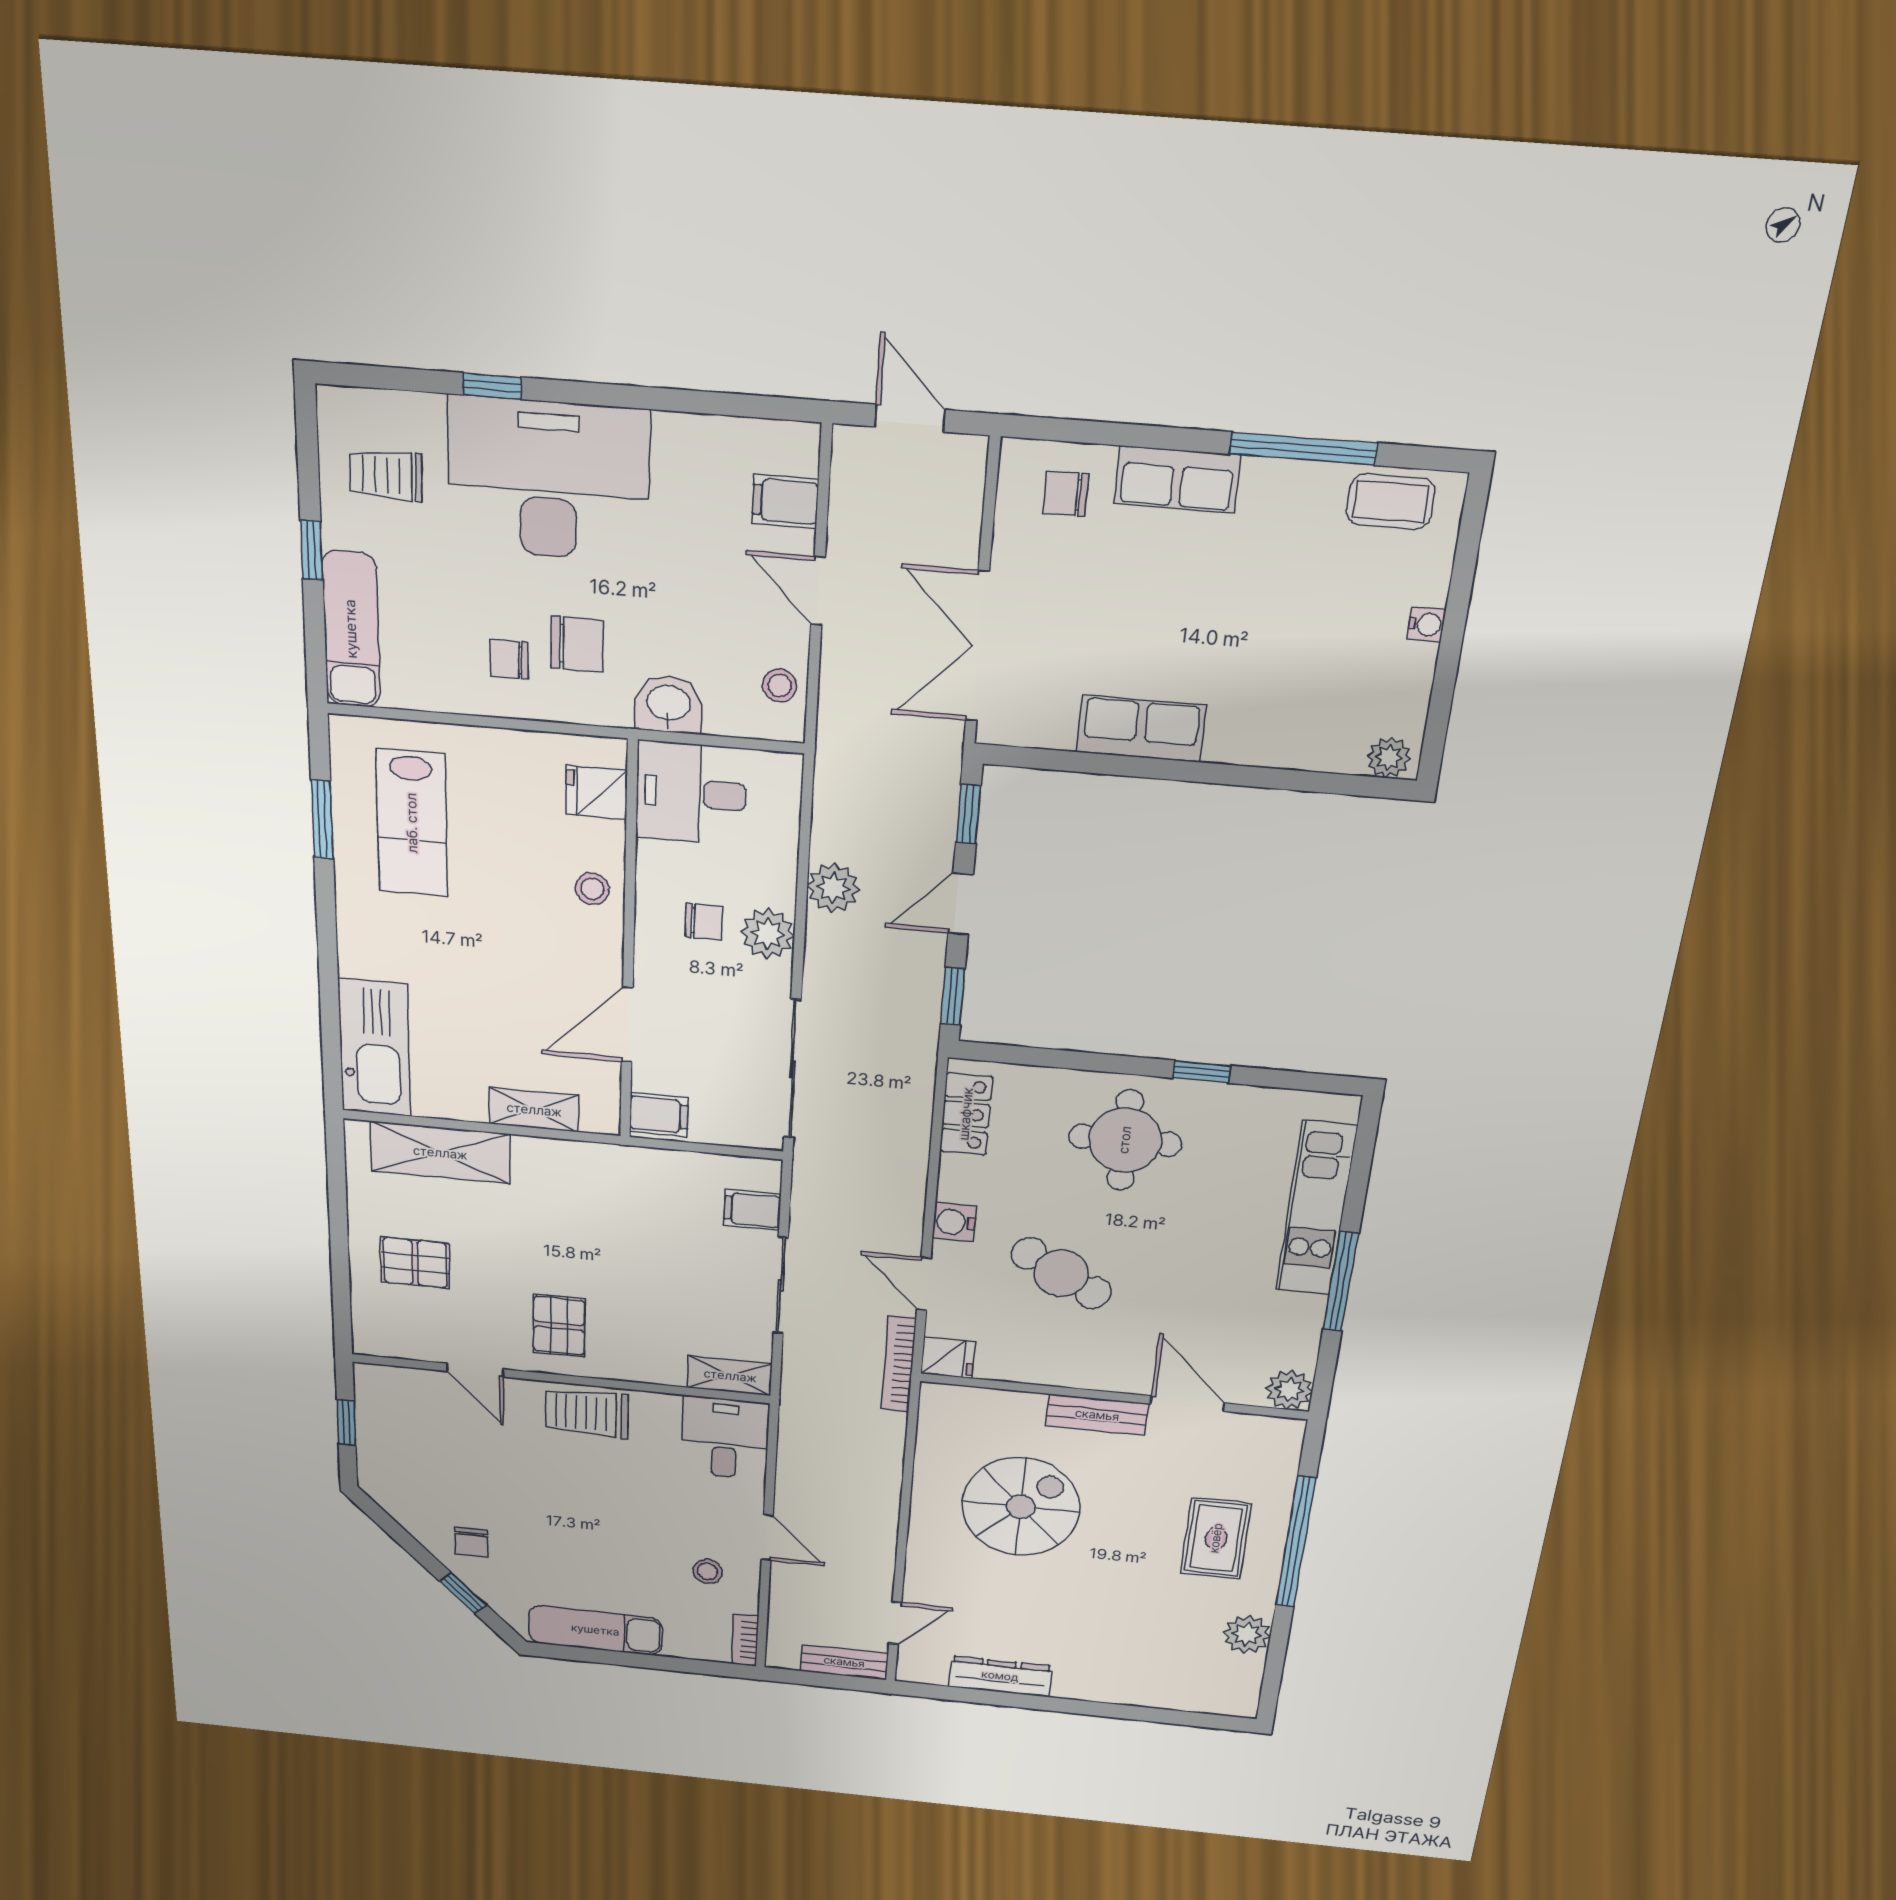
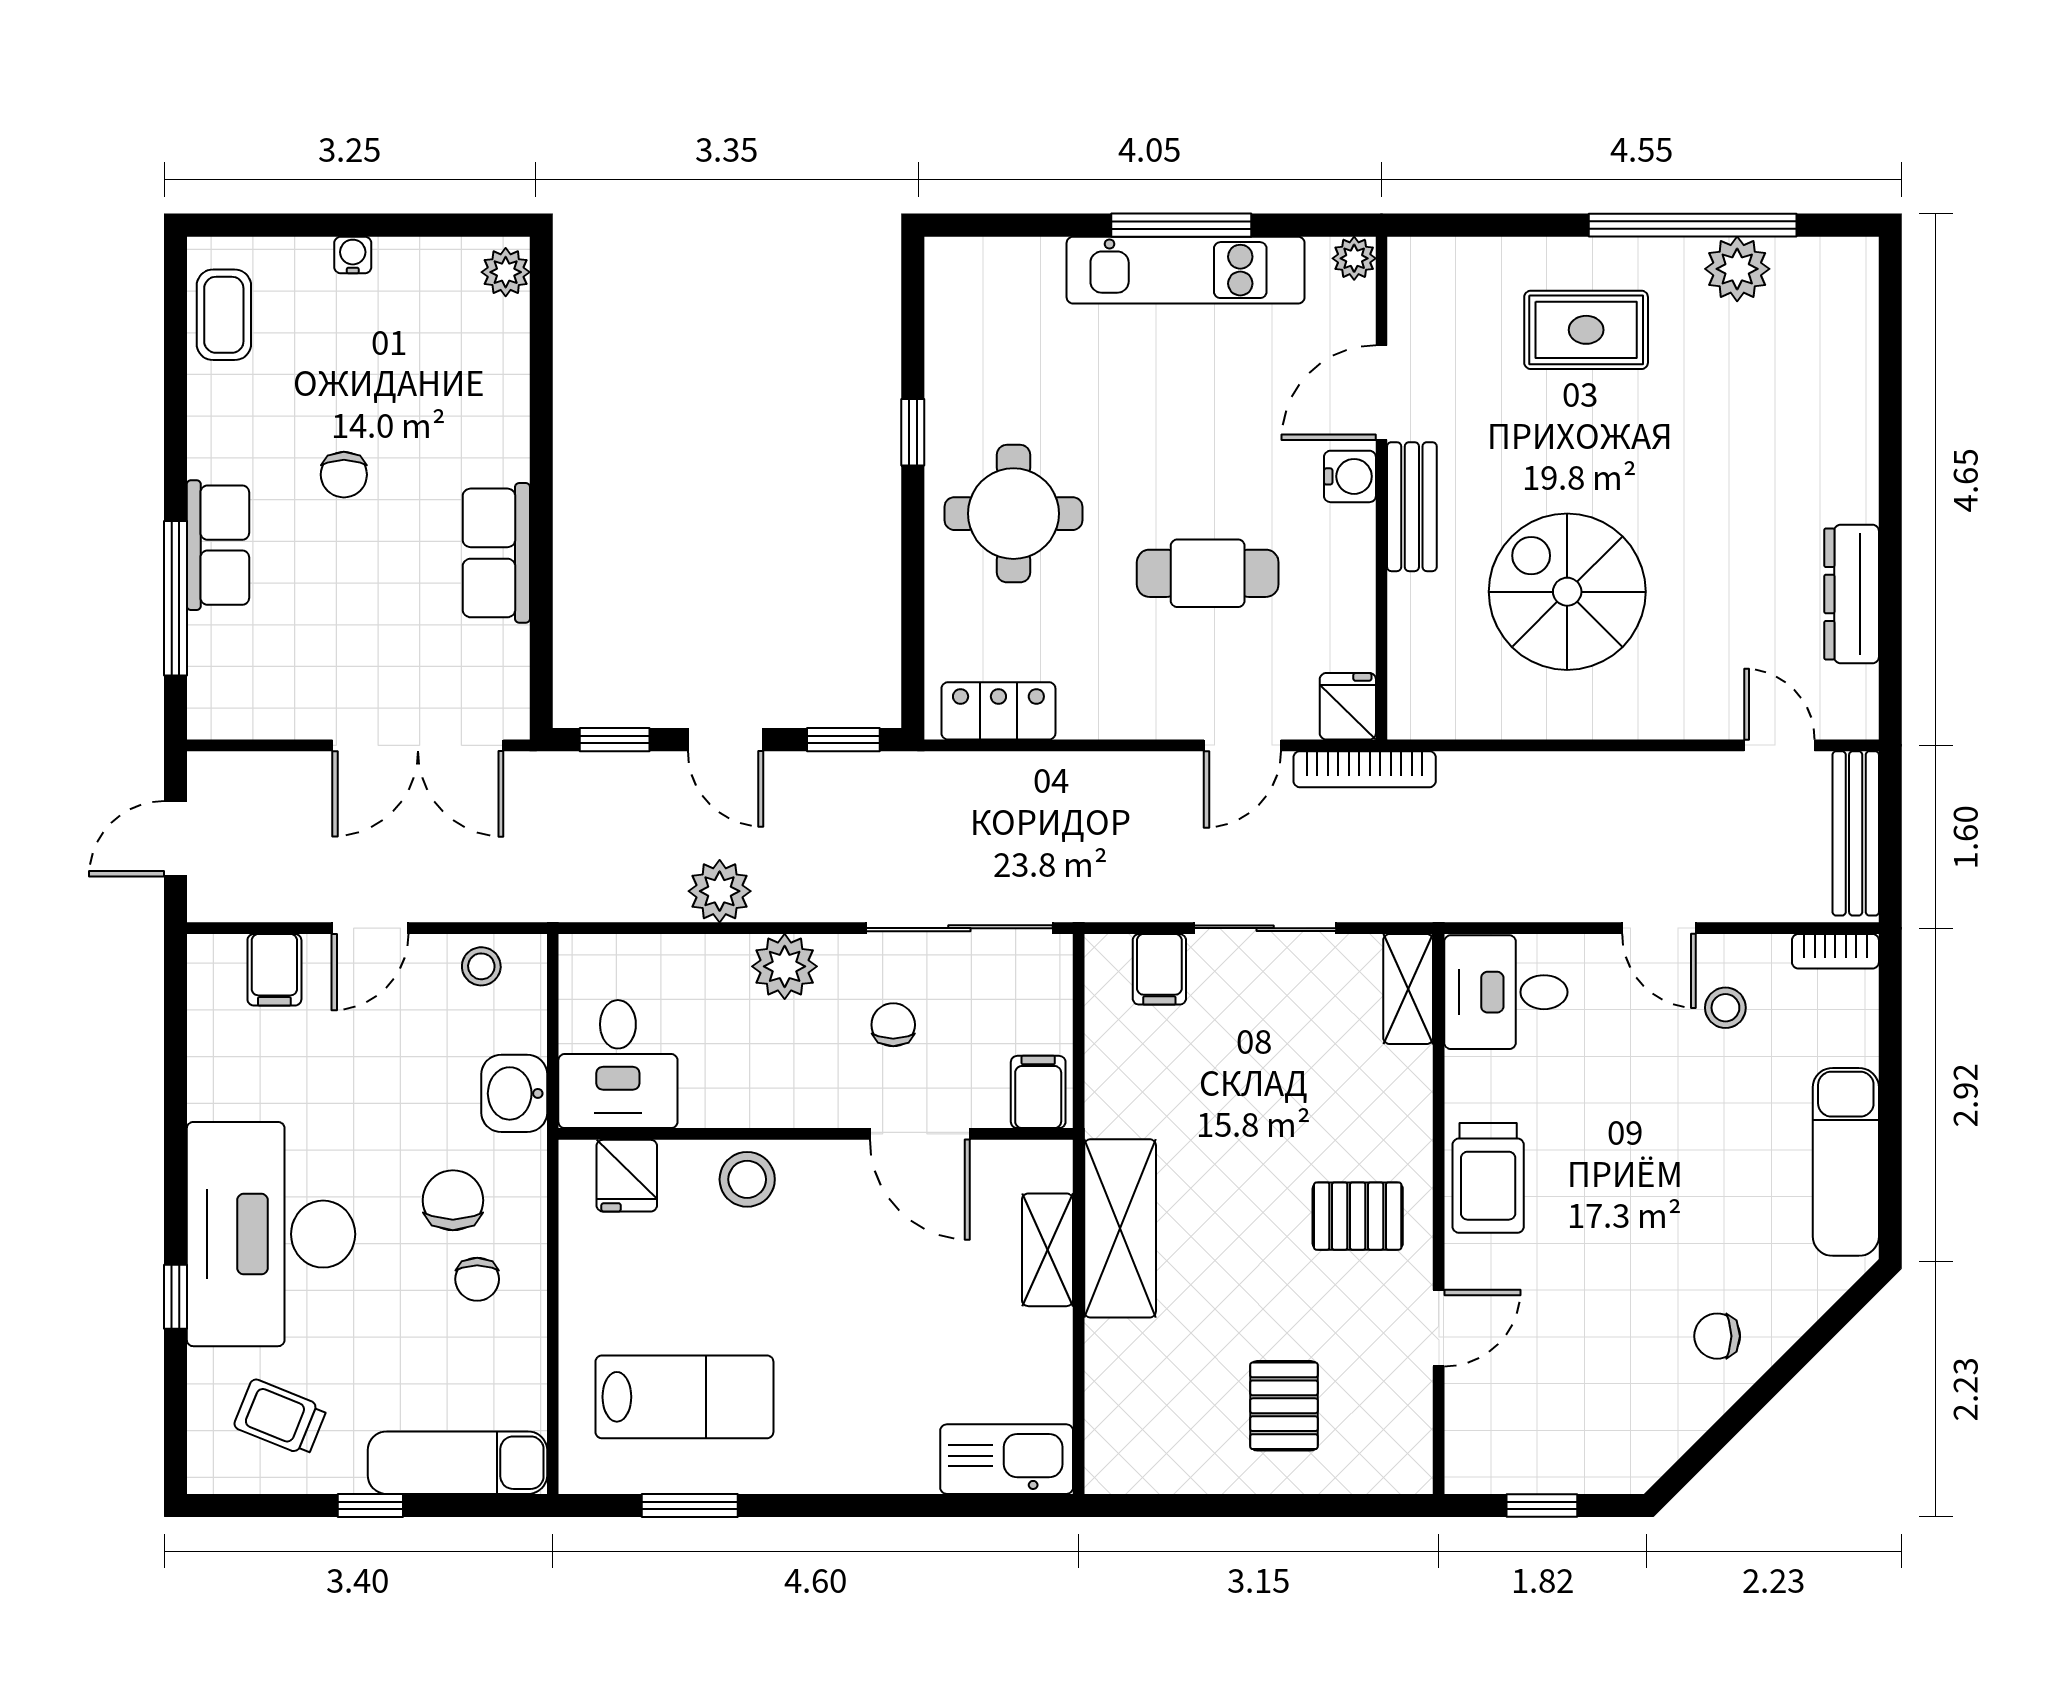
window: (1303, 449) -> (175, 598), moved
trolley: (386, 475) -> (280, 1417), turned 112
chair: (1066, 494) -> (344, 475), moved
stool: (592, 889) -> (747, 1179), width x1.37, depth x1.37
chair: (704, 922) -> (893, 1025), moved
kitchen sink: (374, 1048) -> (1007, 1459), width x0.73, depth x0.81
shelving: (440, 1153) -> (1120, 1228), moved
kitchen unit: (1316, 1209) -> (1186, 270), moved
water cooler: (954, 1222) -> (1350, 476), moved, turned -90
cafe table: (1061, 1273) -> (1208, 573), turned 61
plant: (1289, 1390) -> (1354, 258), width x0.73, depth x0.73
door: (767, 1538) -> (1659, 928), swing flipped
chair: (471, 1542) -> (1717, 1336), turned 180
window: (1296, 1542) -> (1693, 225), moved
window: (463, 1593) -> (1805, 1349), removed
bench: (844, 1662) -> (1856, 833), width x1.36

